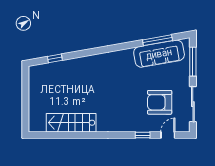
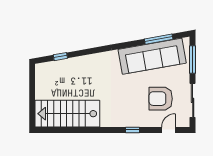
sofa: (159, 54) -> (152, 56), width x1.36, depth x1.27
stairs: (71, 123) -> (67, 114), width x1.36, depth x1.51
window: (143, 135) -> (133, 130), moved

